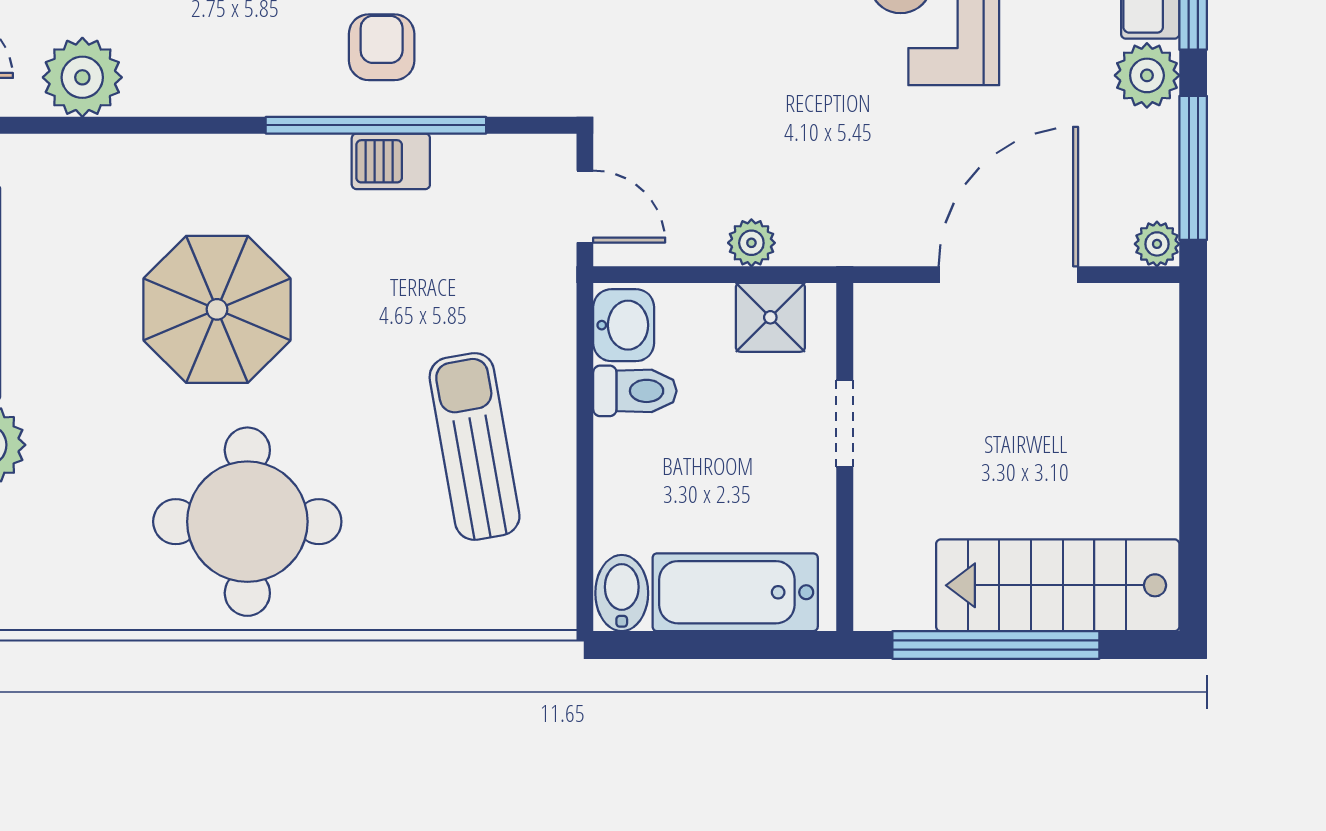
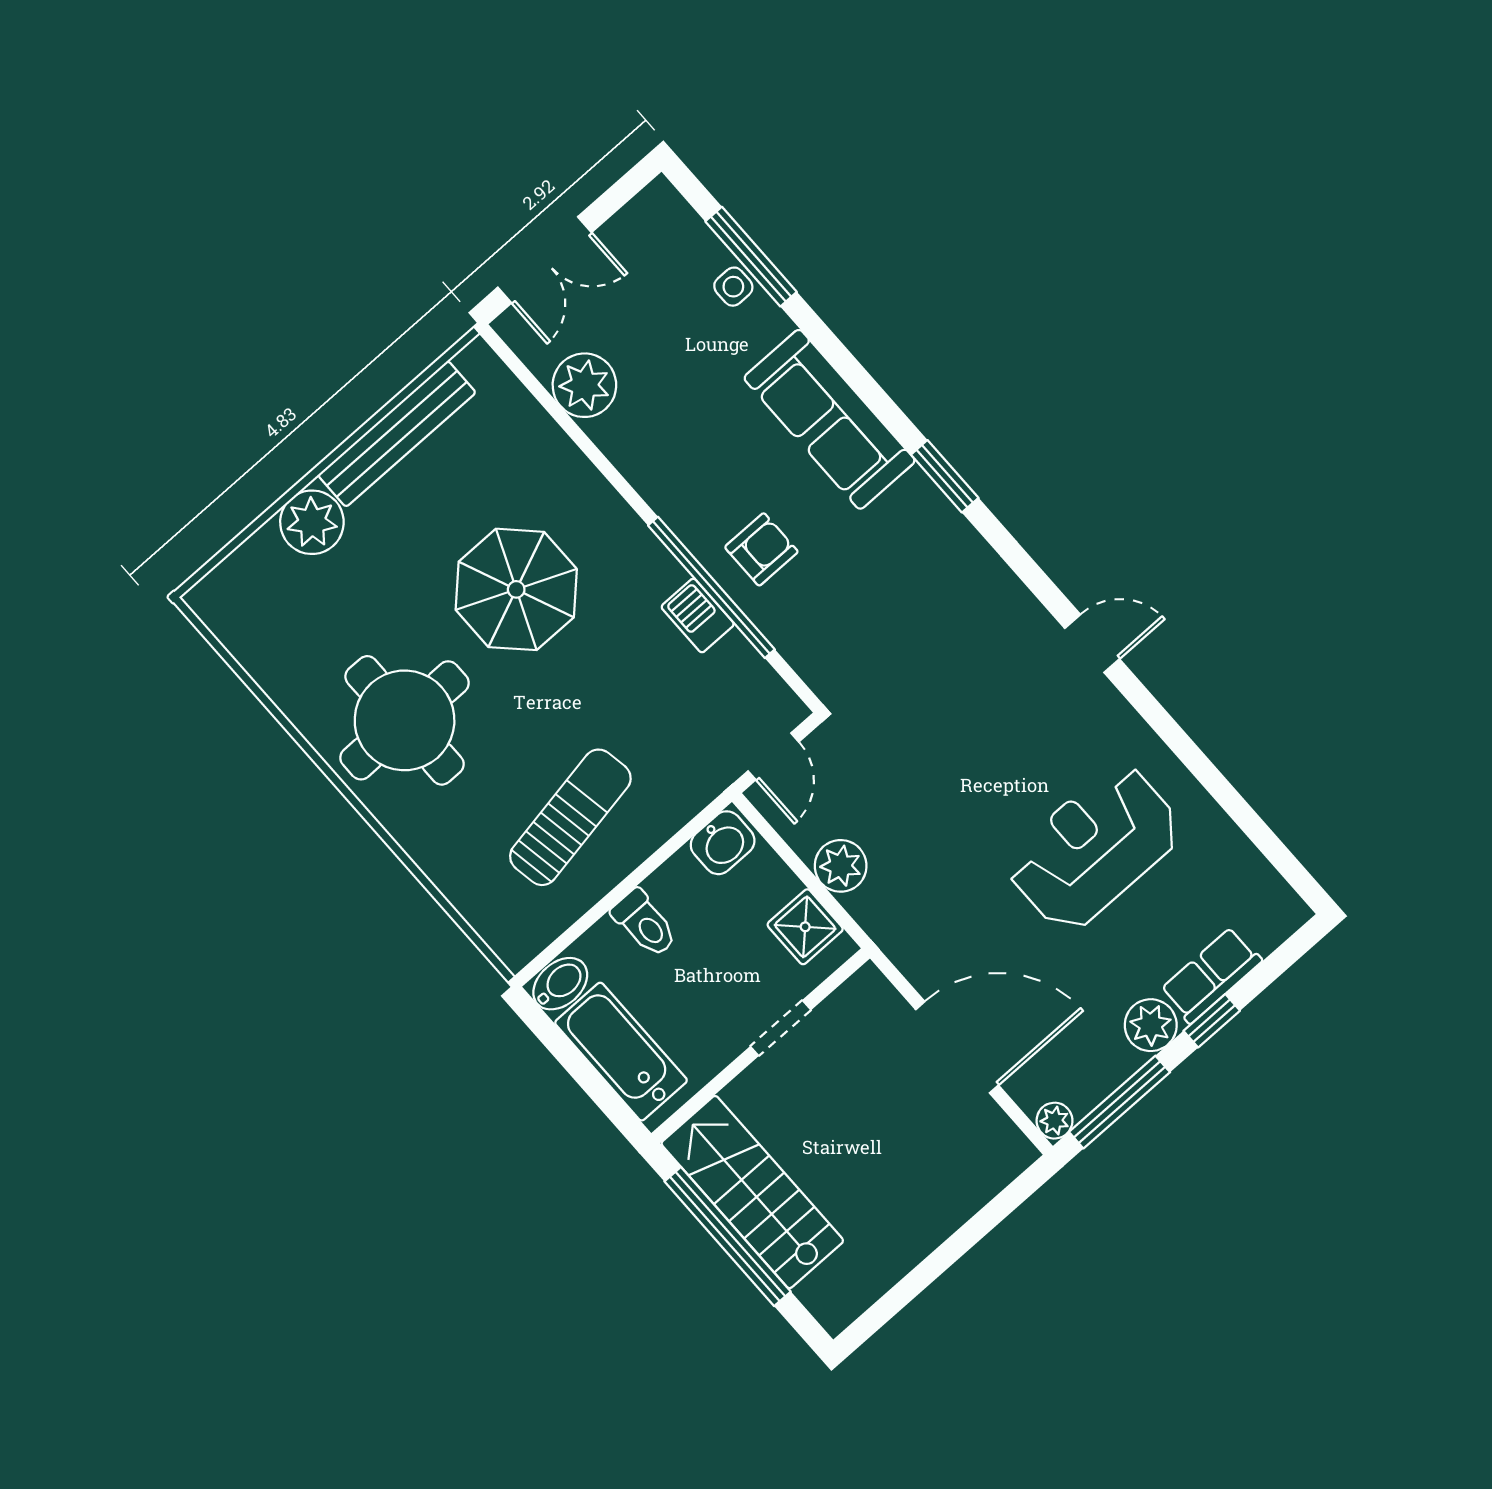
plant: (751, 243) -> (841, 866), width x1.38, depth x1.38
toilet: (635, 391) -> (645, 923), moved
stairs: (1058, 585) -> (752, 1192), moved

